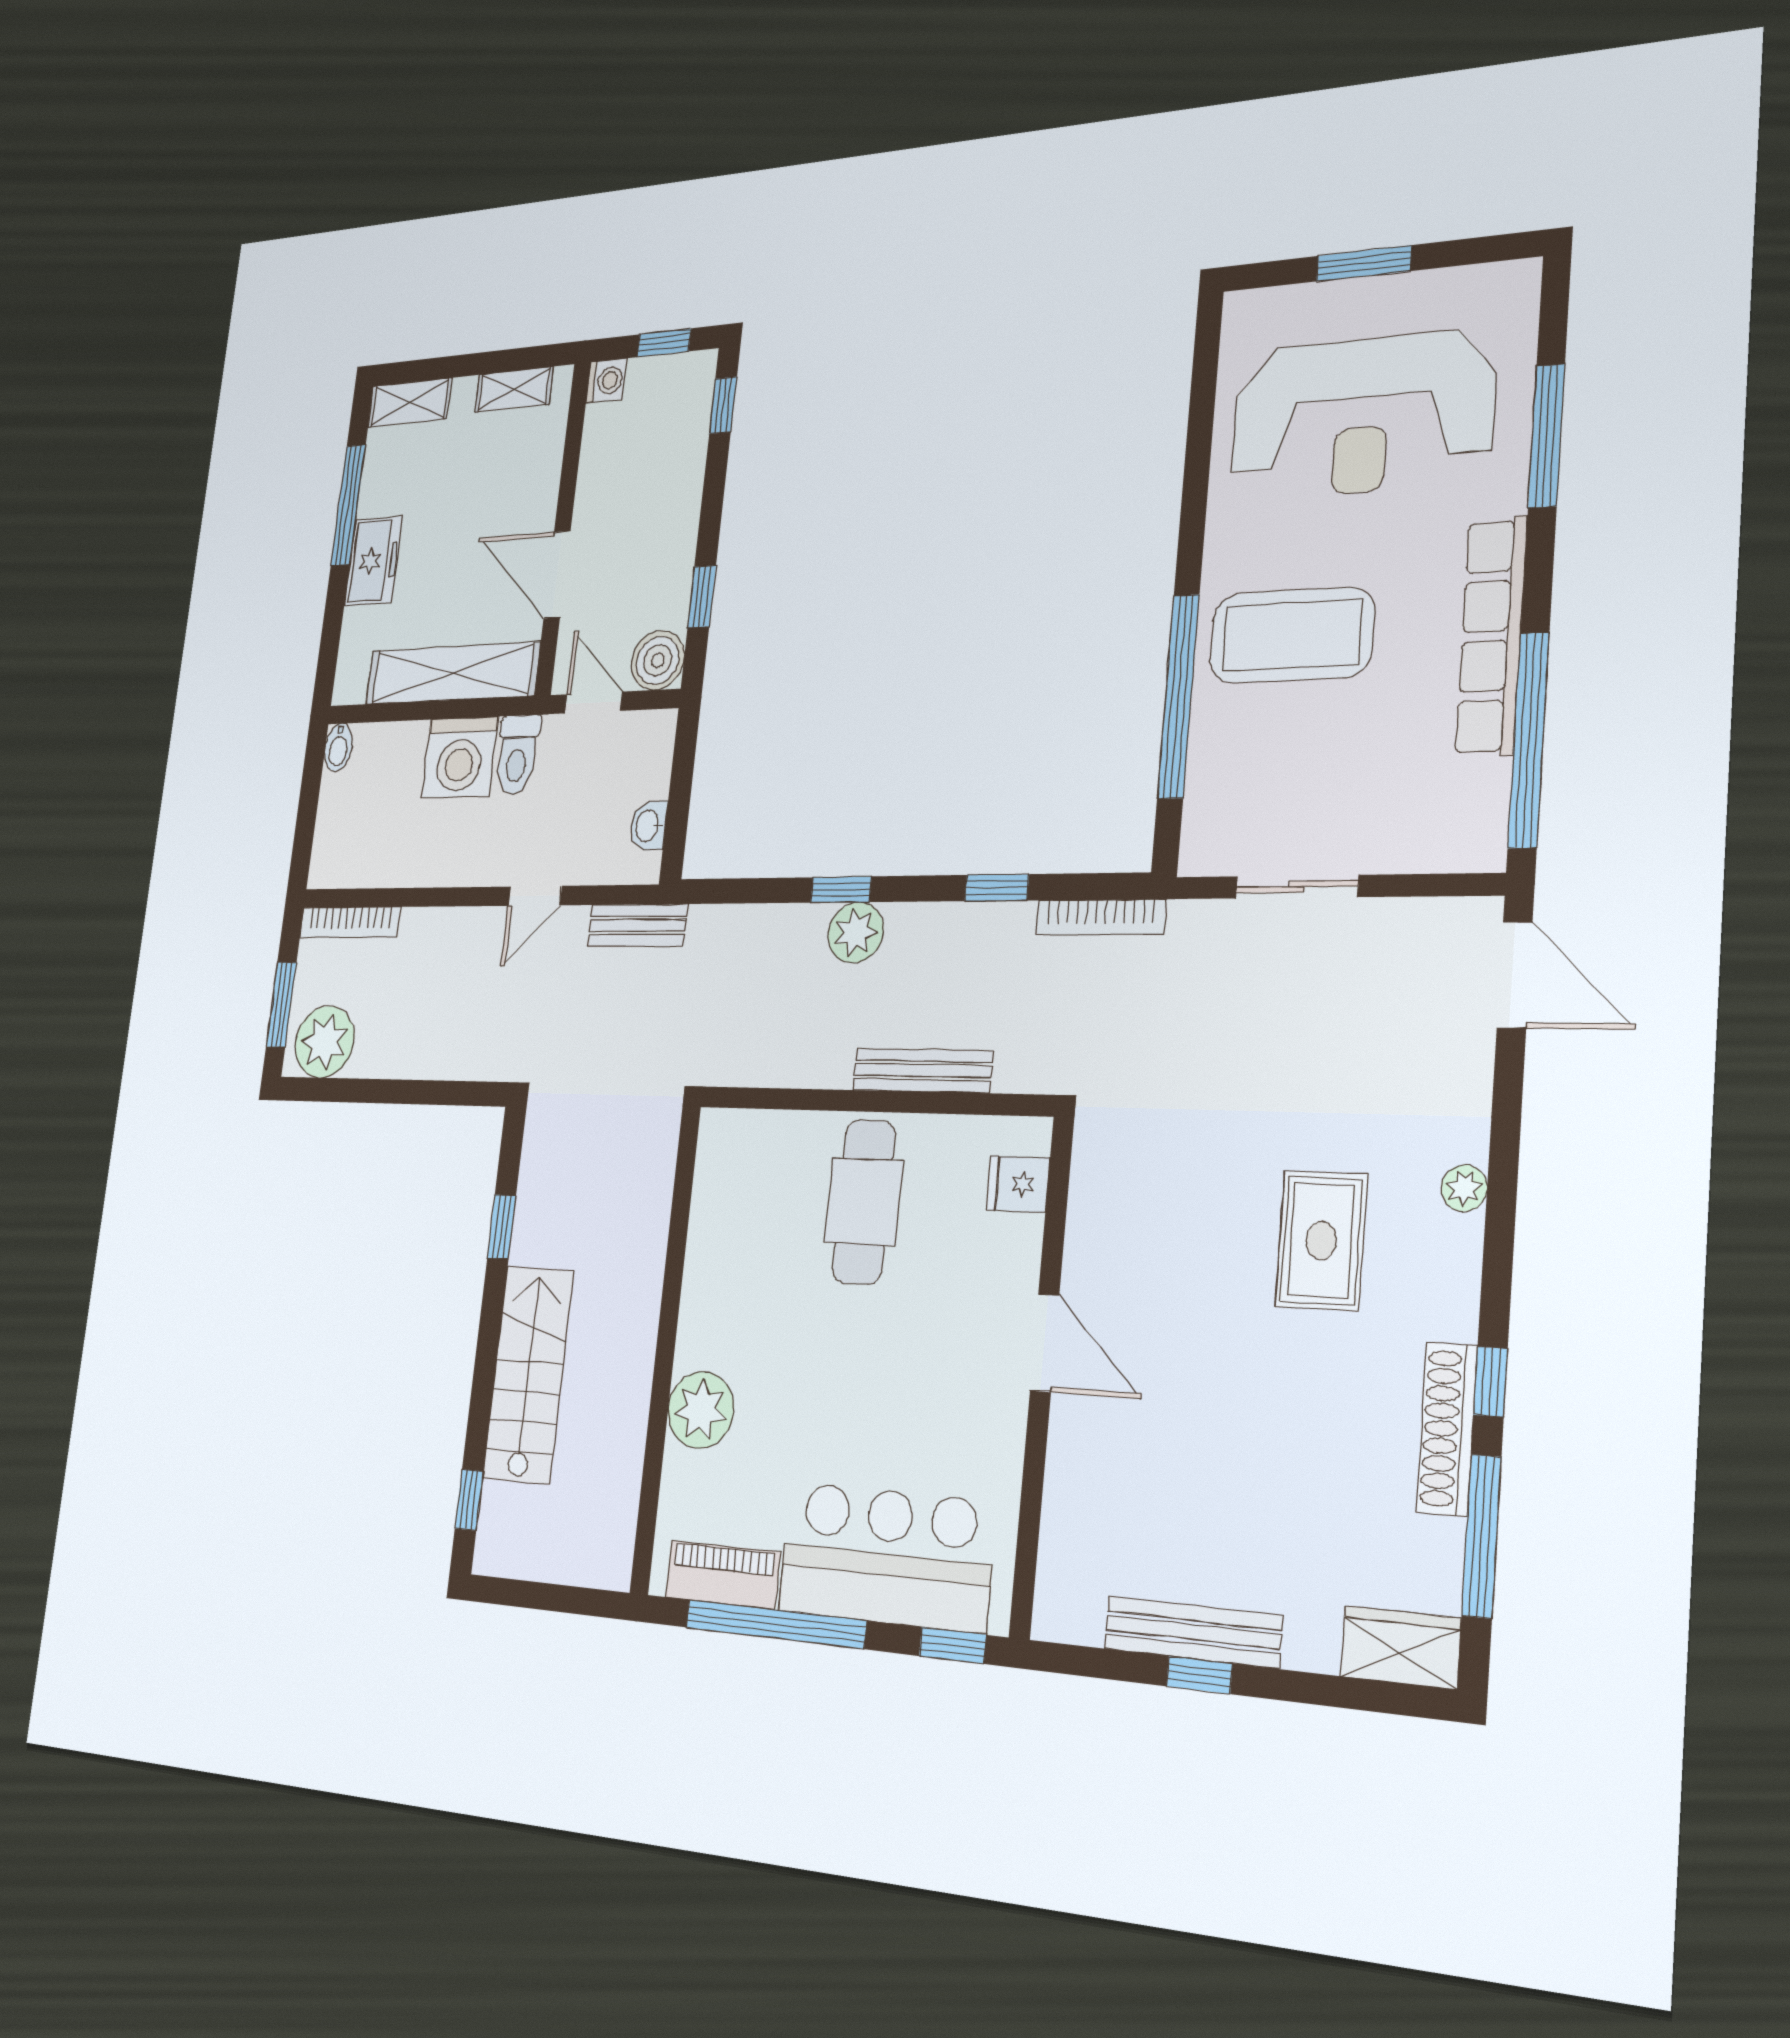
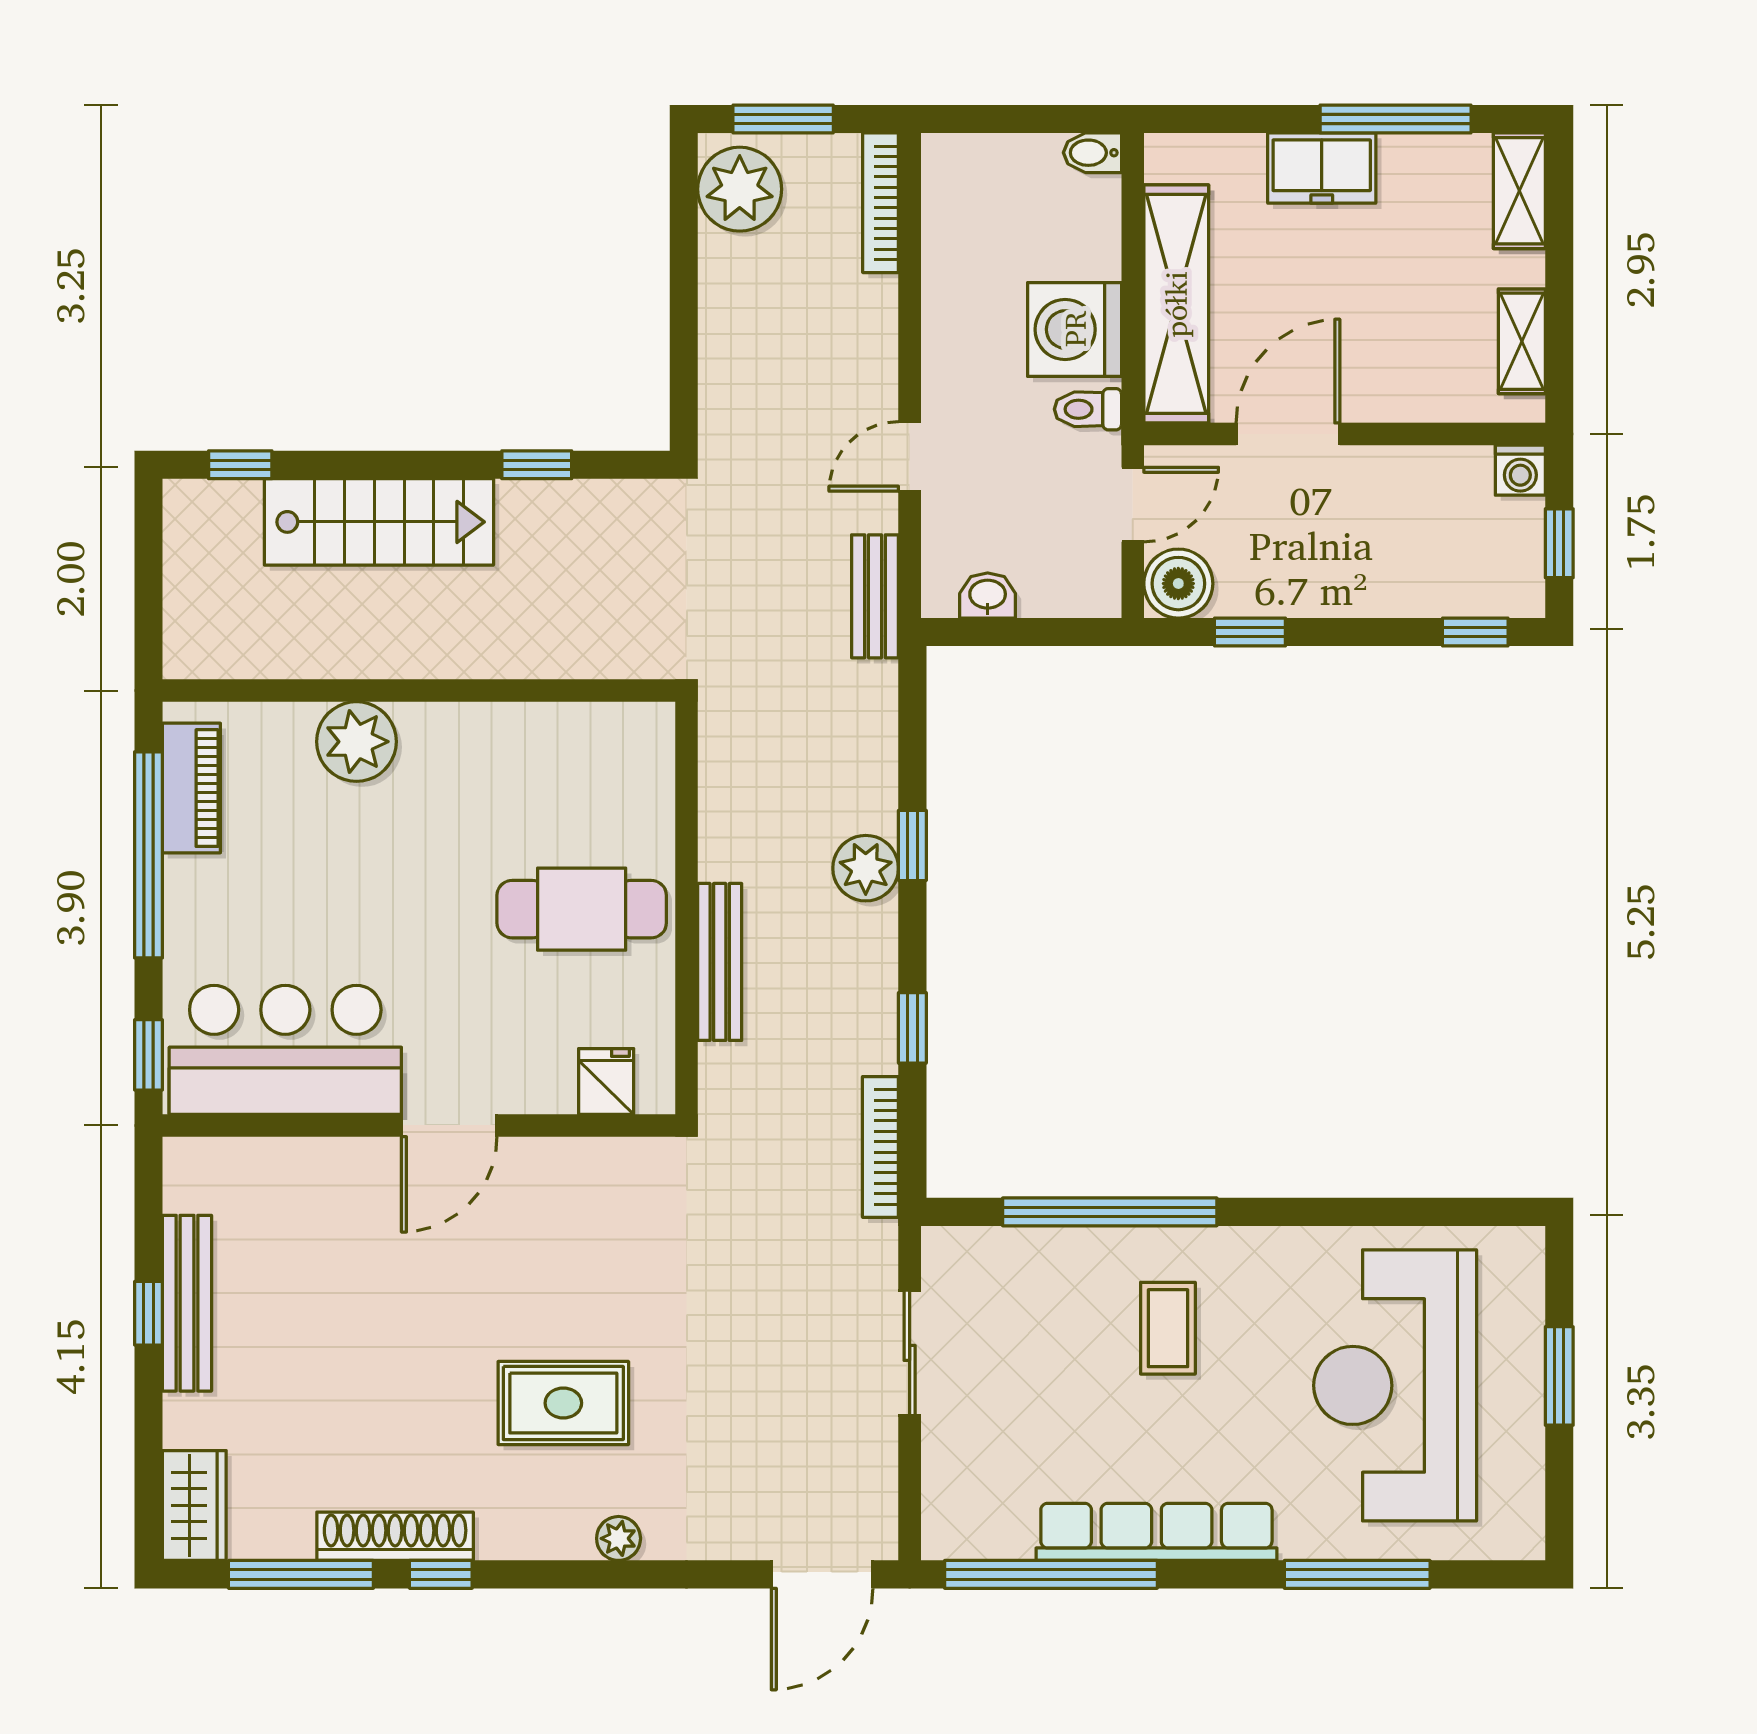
coffee table: (1292, 635) -> (1168, 1328), width x0.54, depth x0.58
toilet: (517, 755) -> (1088, 409), width x0.73, depth x0.72
door: (535, 896) -> (910, 456), hinge flipped
bar counter: (887, 1557) -> (285, 1050), moved, turned -90

